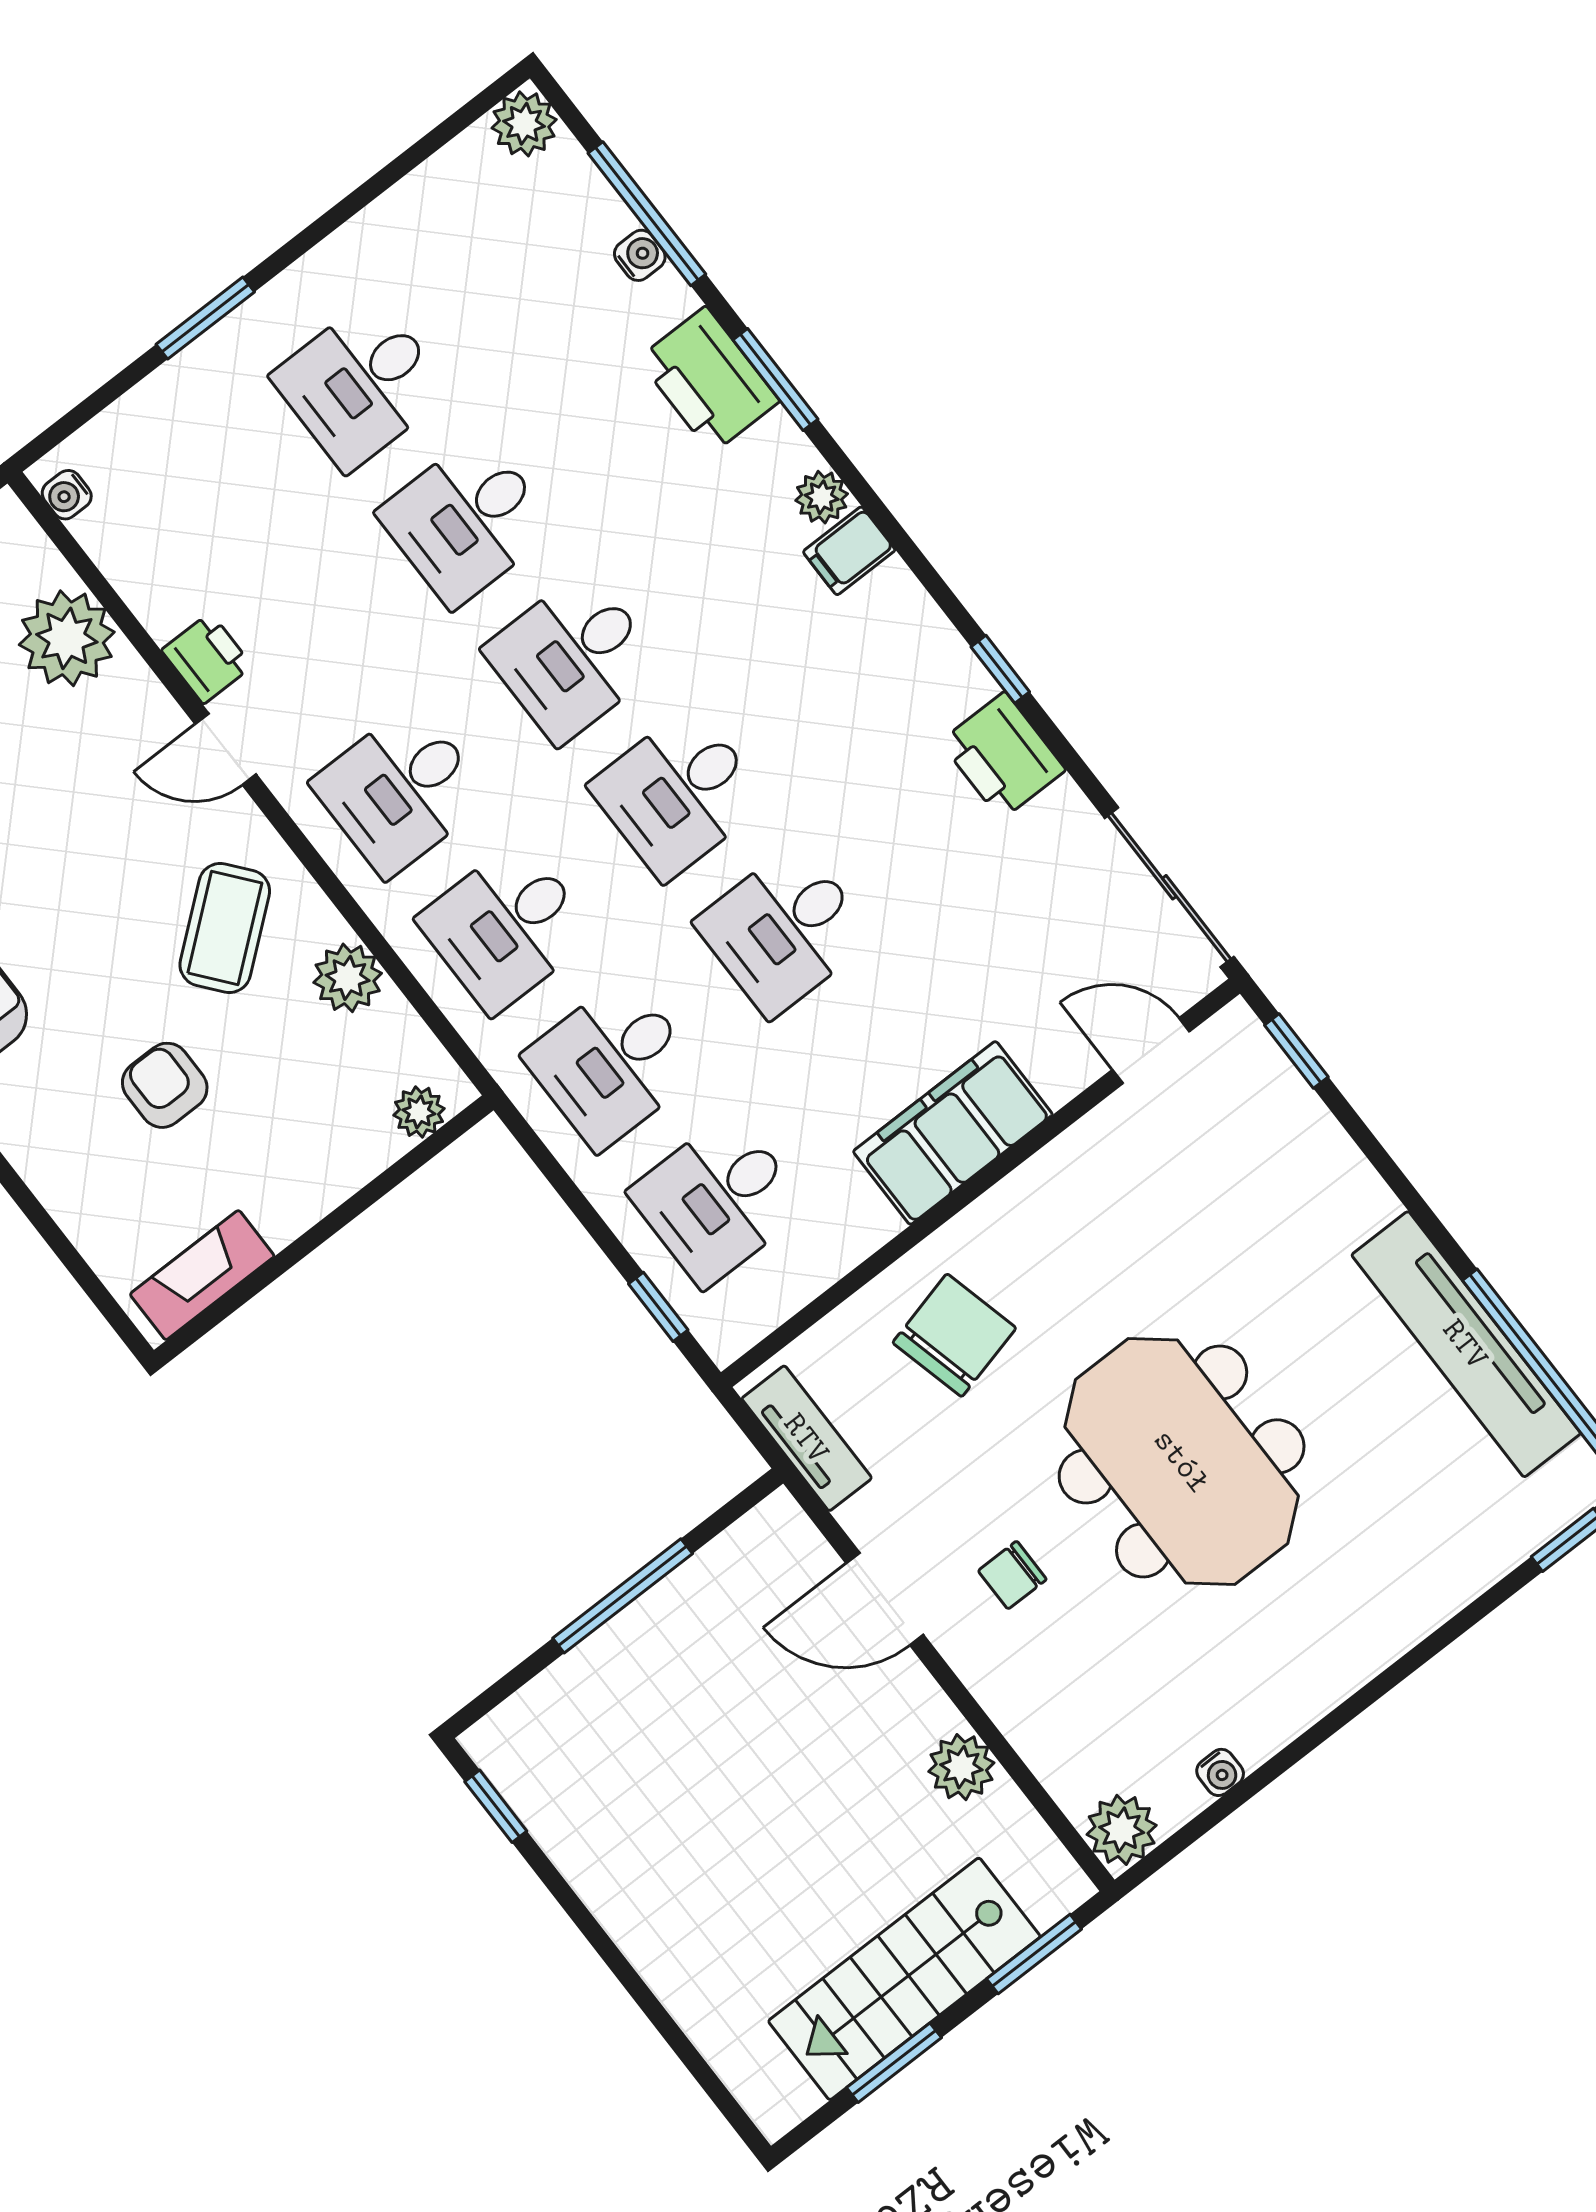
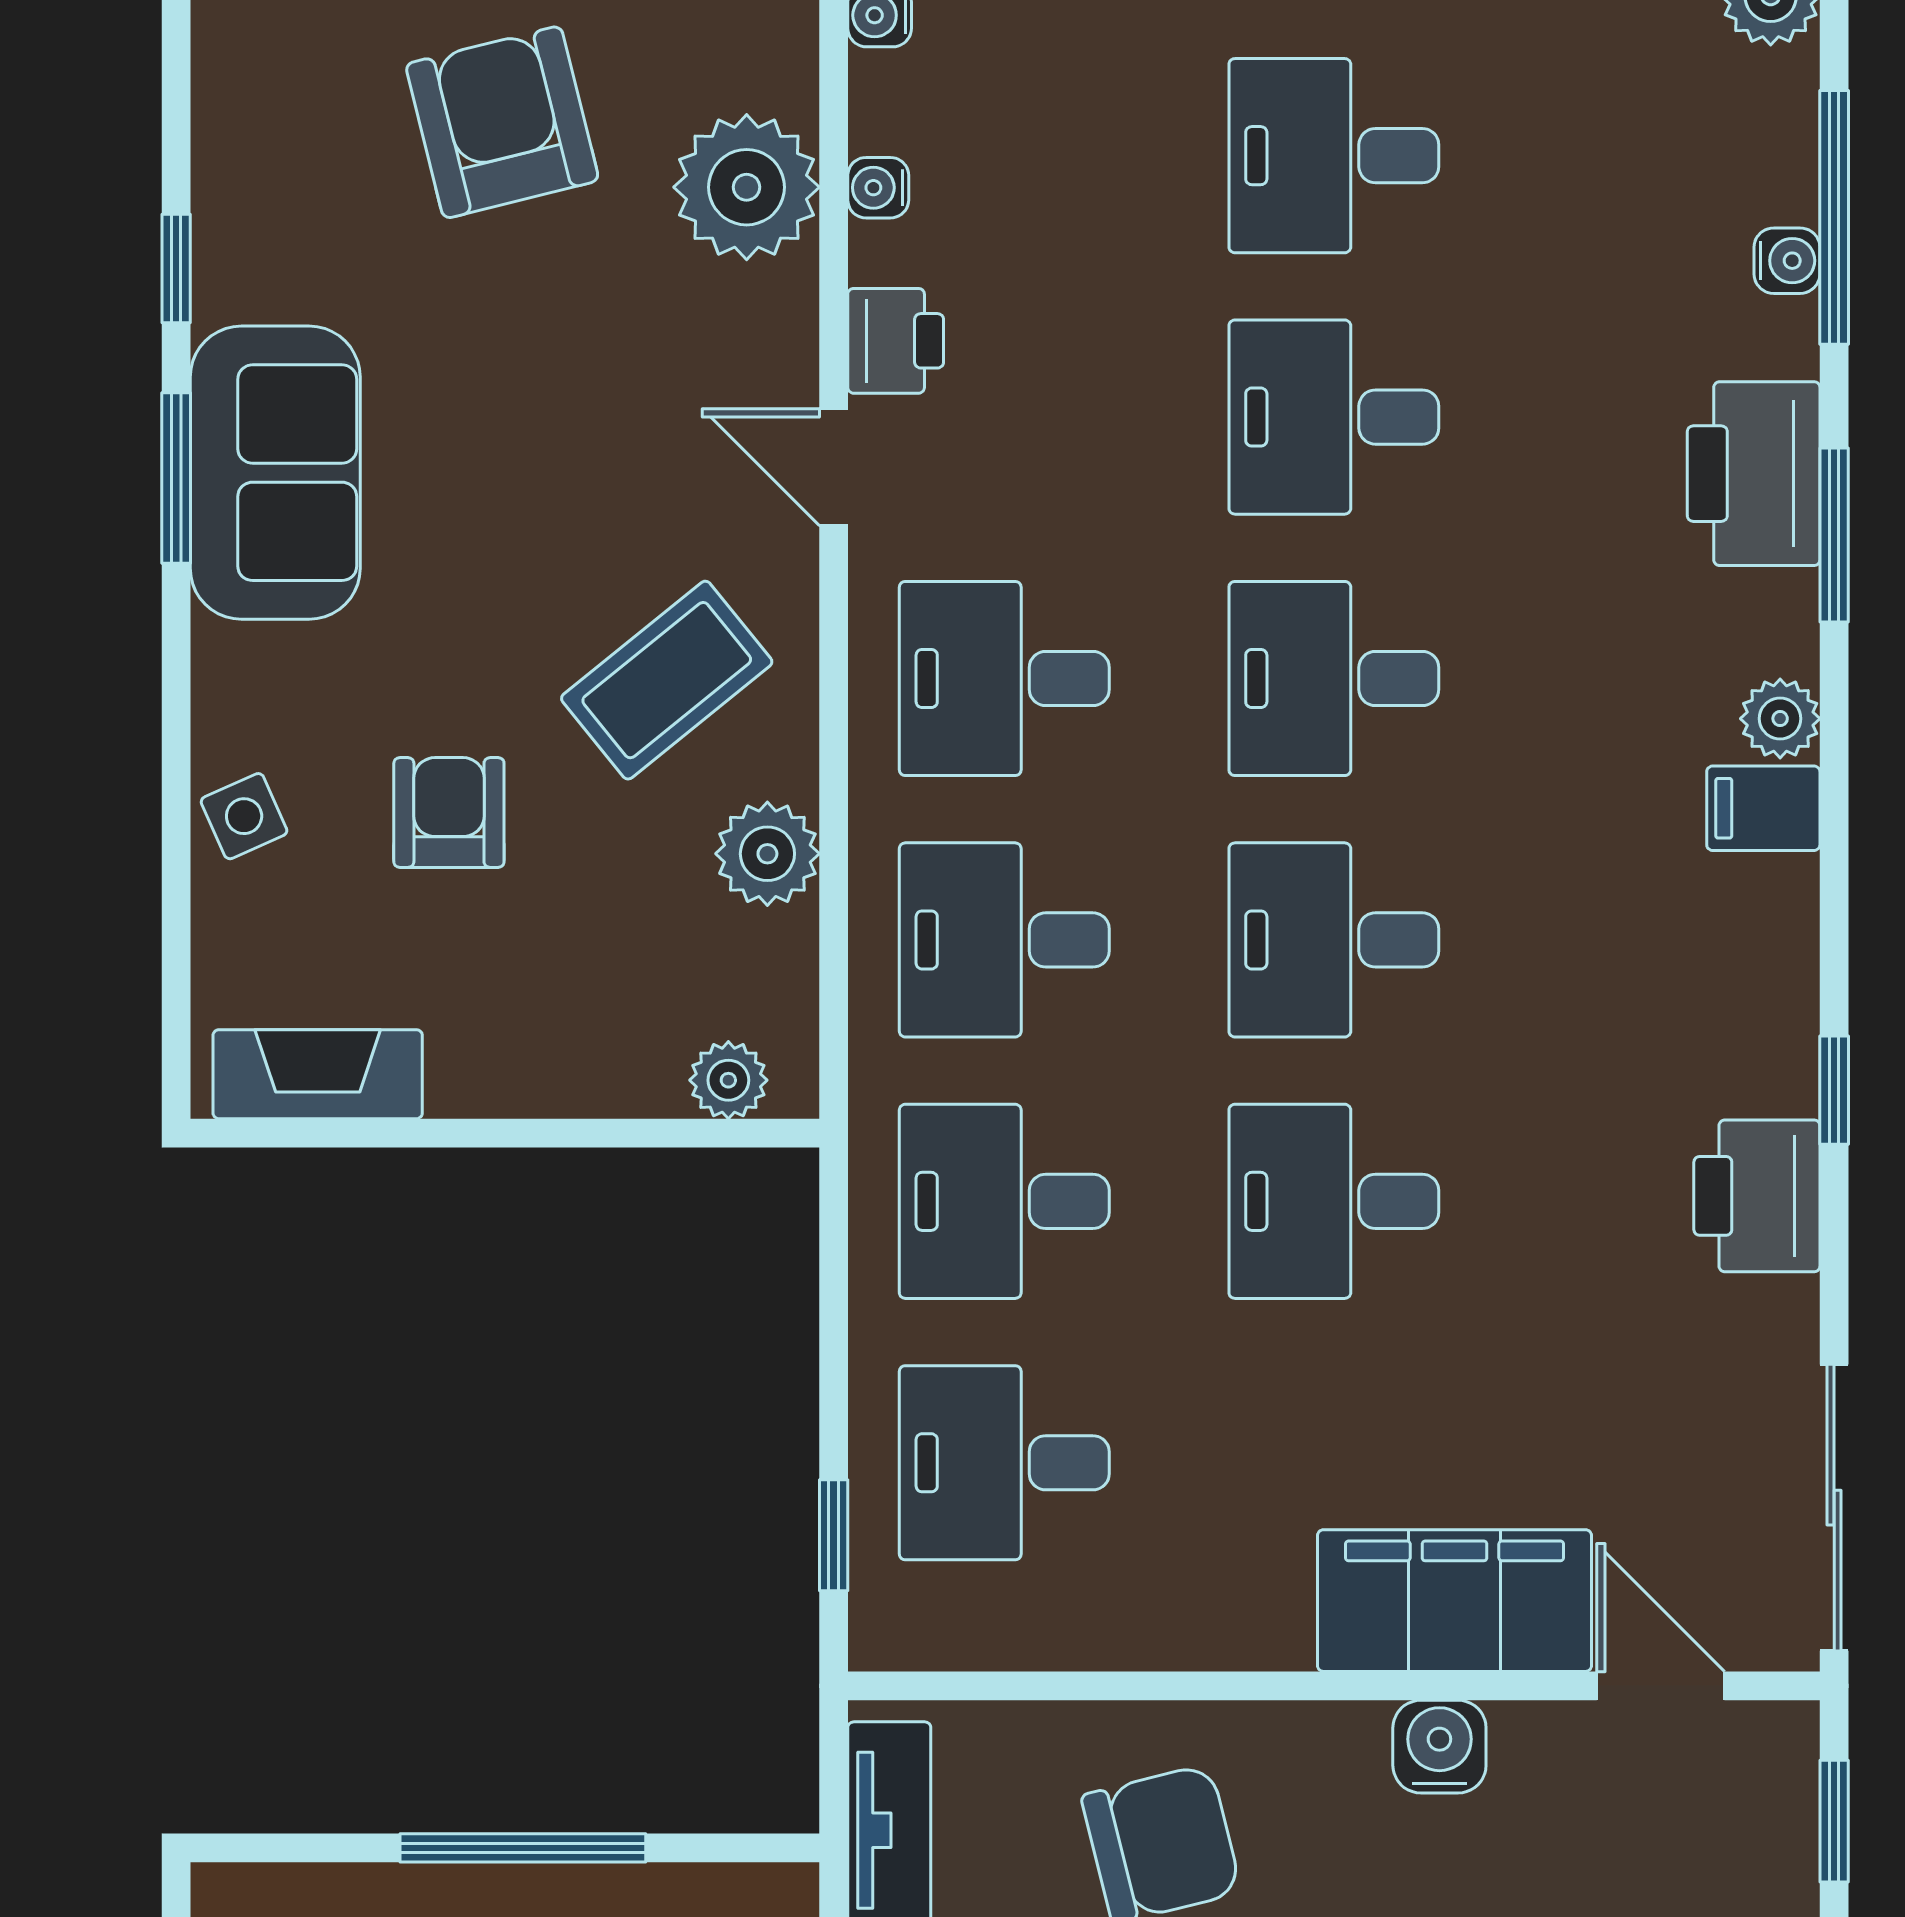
water cooler: (136, 585) -> (878, 188), added
filing cabinet: (953, 1133) -> (1455, 1601), moved
side table: (59, 1170) -> (244, 816), added
water cooler: (1060, 1172) -> (1439, 1747), added

